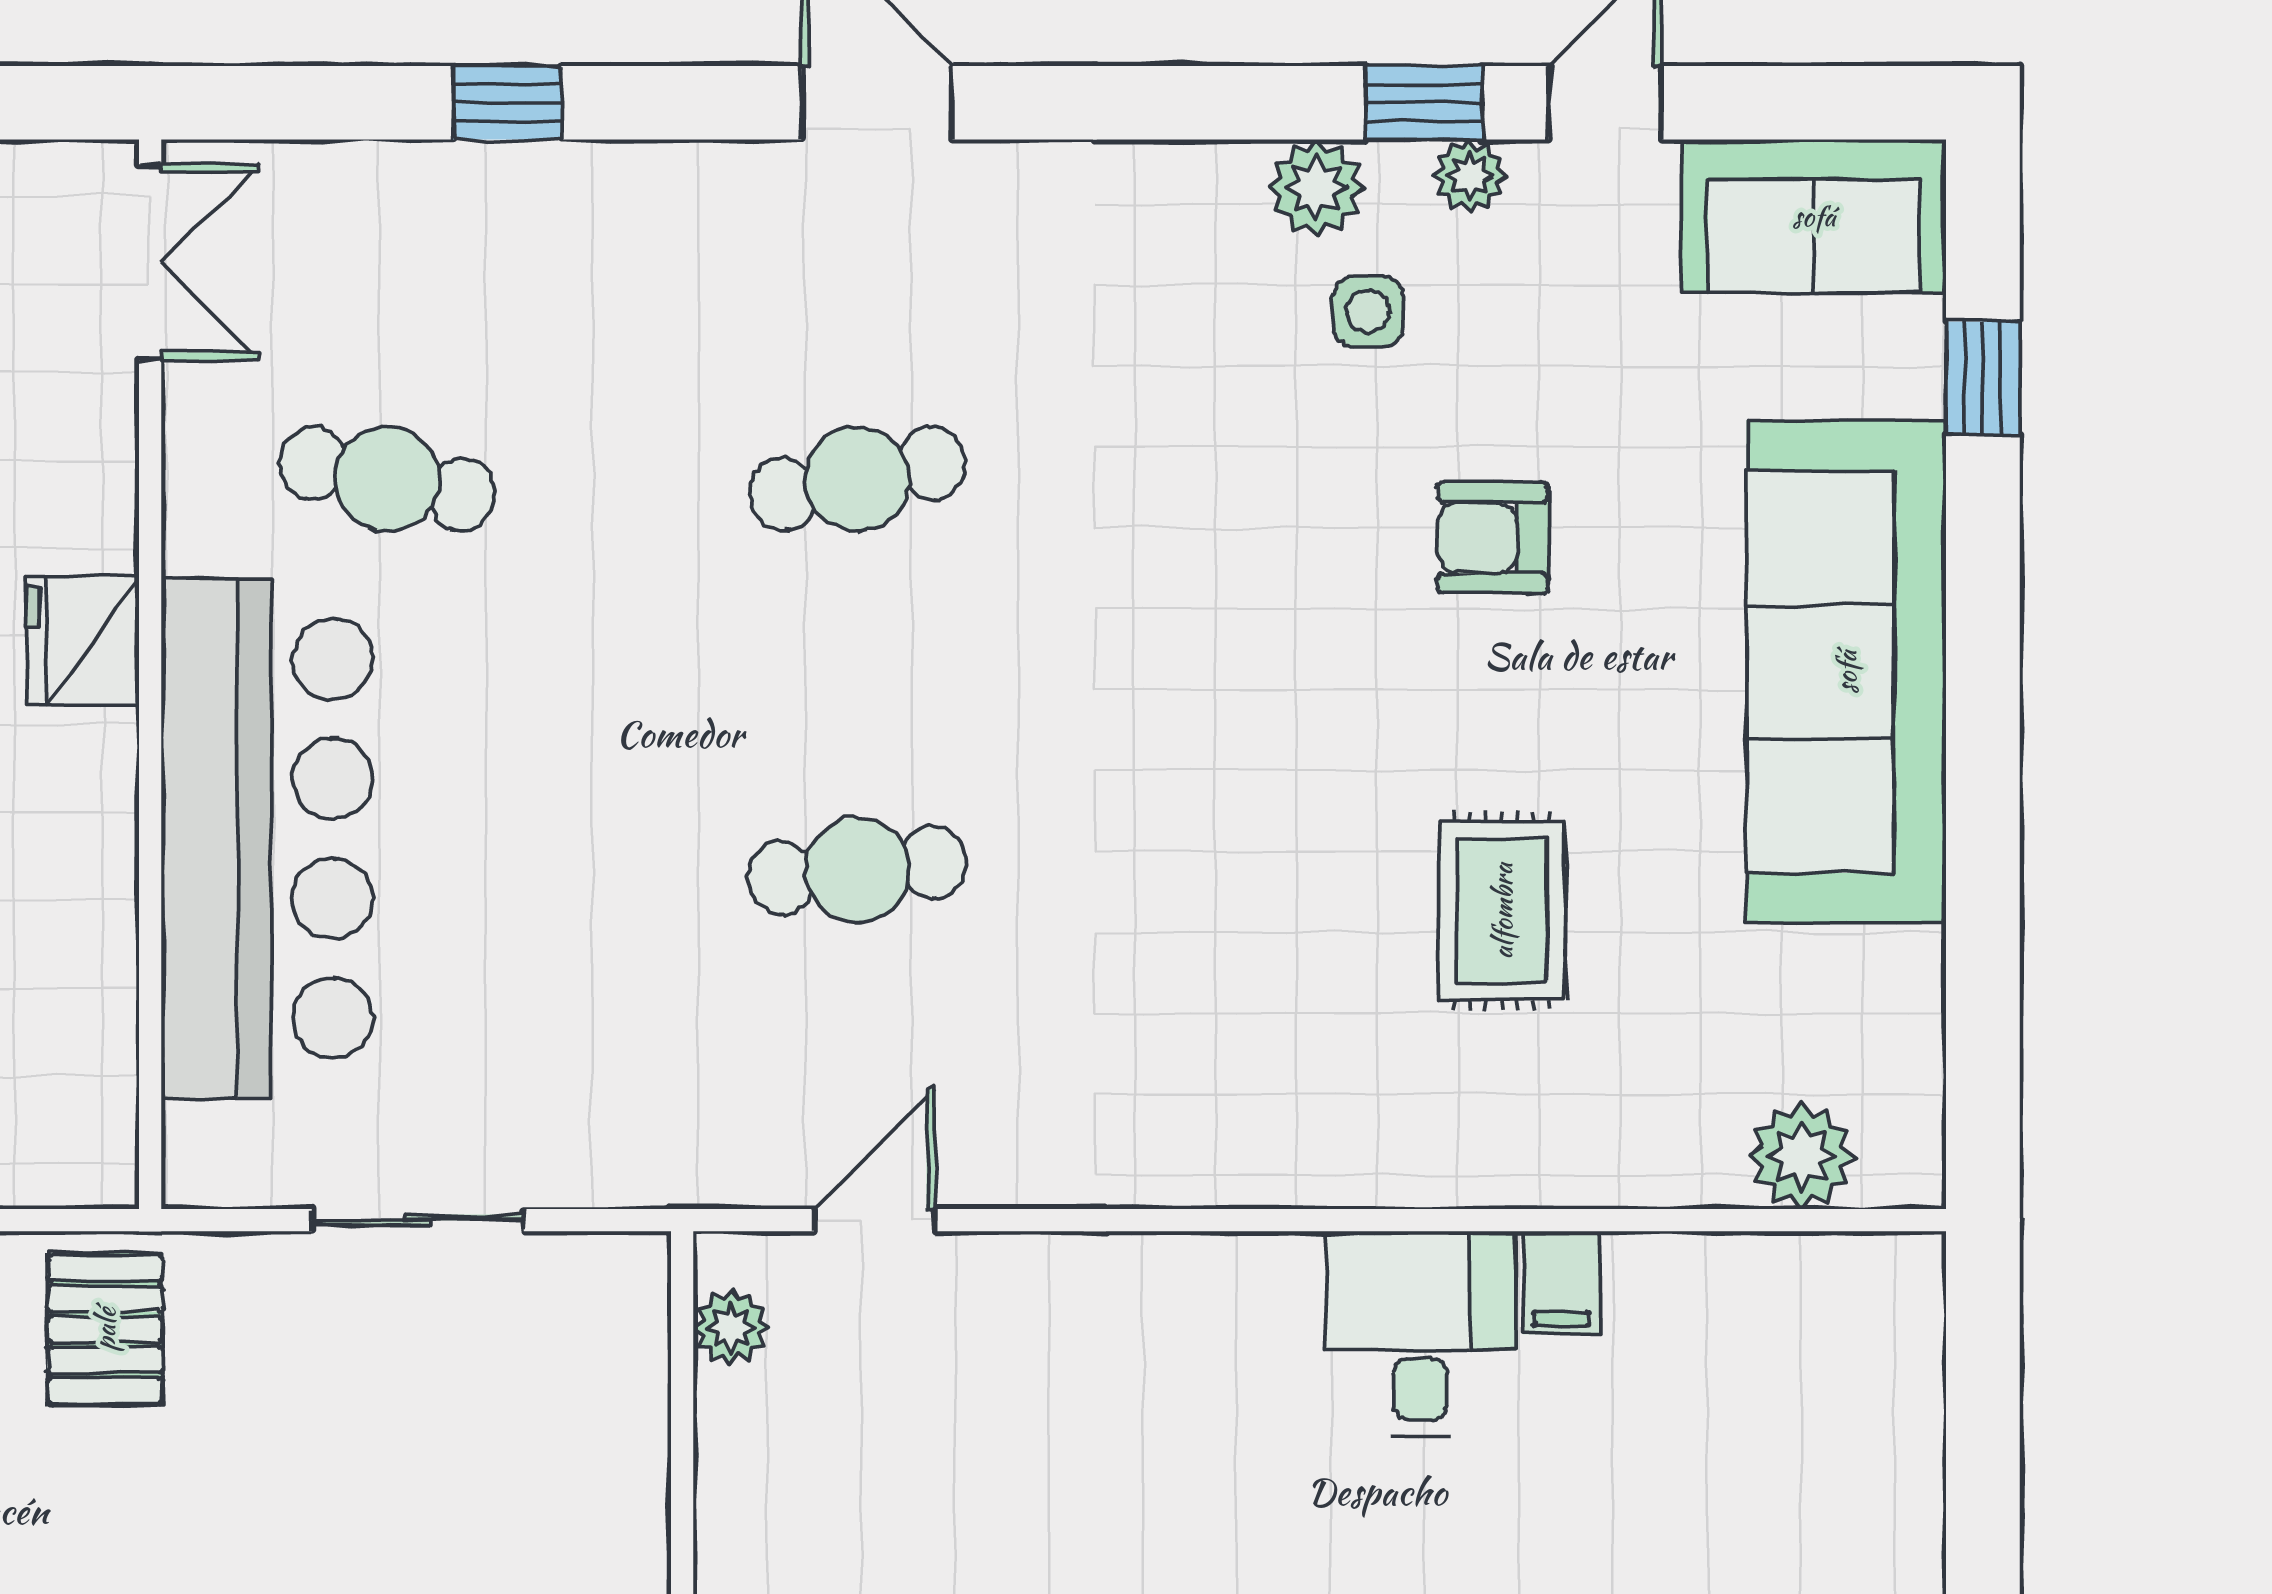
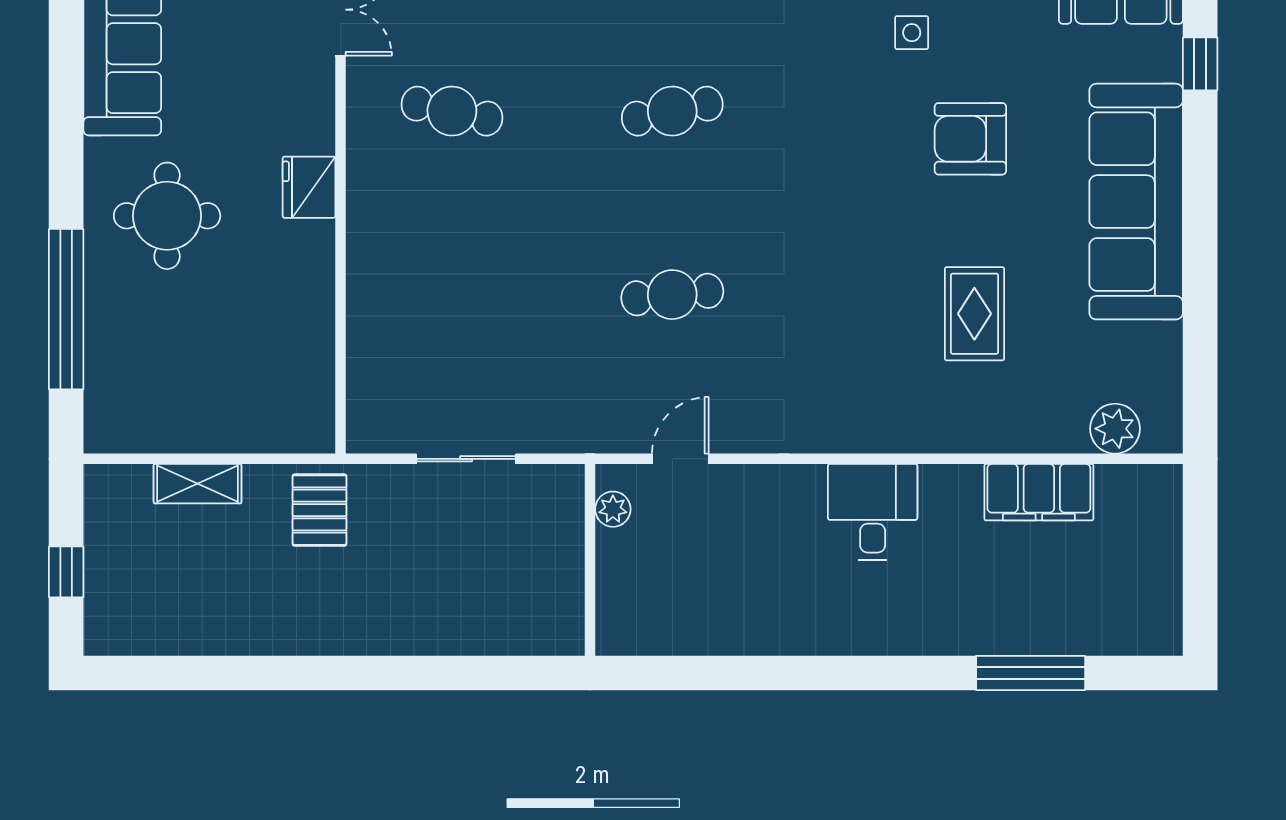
armchair: (1493, 538) -> (970, 139), width x1.38, depth x1.38
bar counter: (267, 838) -> (395, 280), removed
filing cabinet: (1562, 1283) -> (1039, 492), width x3.00, depth x1.17
desk: (1420, 1334) -> (873, 512), moved

